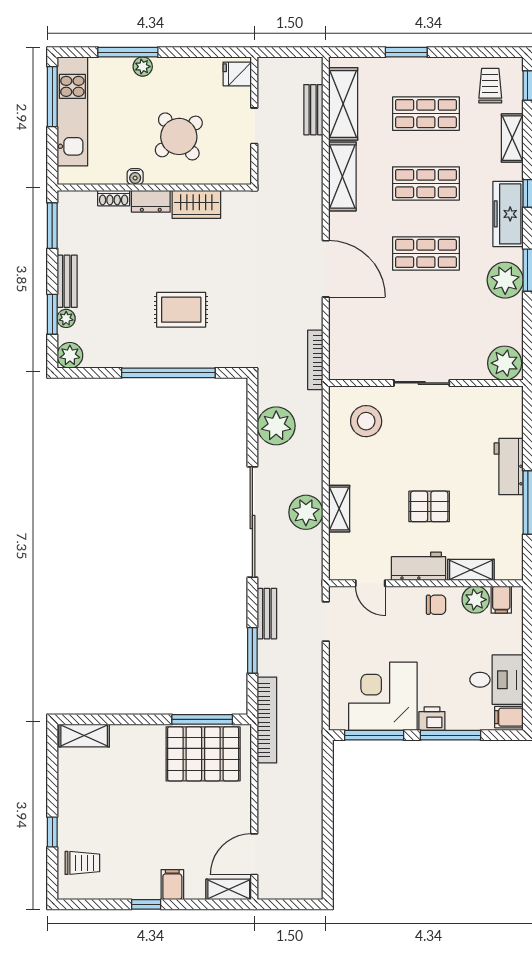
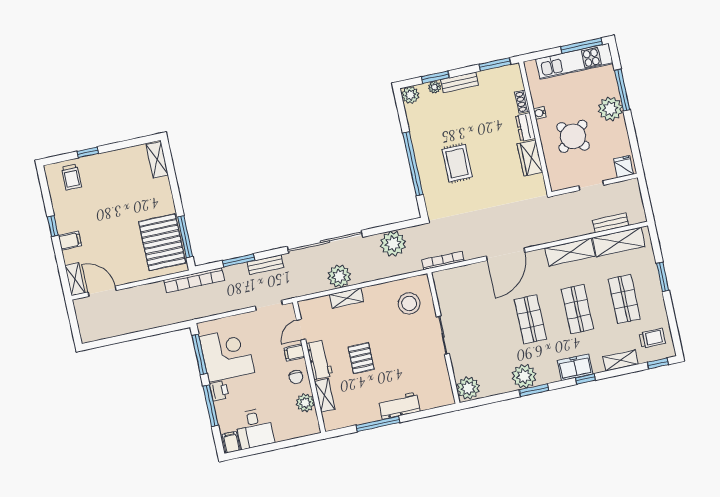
plant: (143, 67) -> (610, 109), width x1.88, depth x1.88
freezer: (508, 214) -> (575, 367), width x0.71
filing cabinet: (501, 600) -> (294, 353), moved

